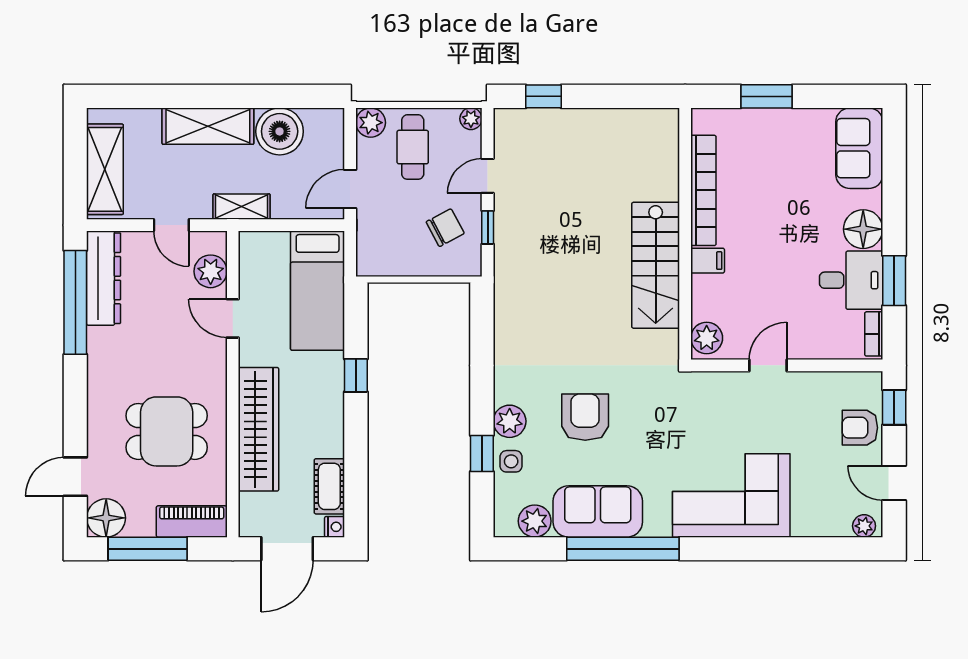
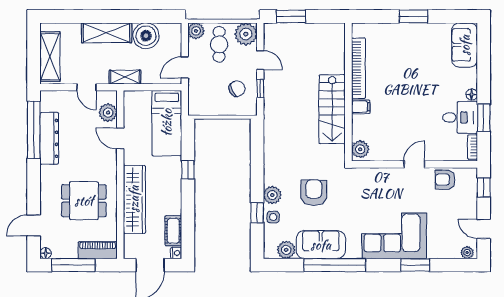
window: (543, 96) -> (291, 16), width x1.50
plant: (471, 119) -> (246, 34), width x1.88, depth x1.88
door: (488, 176) -> (260, 60), swing flipped
bookcase: (703, 190) -> (358, 68), moved
floor lamp: (863, 229) -> (472, 94), width x0.53, depth x0.53
wall: (685, 234) -> (348, 92), moved
filing cabinet: (708, 261) -> (361, 107), moved
stairs: (656, 265) -> (332, 109), moved
dresser: (104, 278) -> (49, 138), moved
plant: (707, 338) -> (360, 149), moved
armchair: (860, 428) -> (445, 180), moved
floor lamp: (106, 518) -> (46, 253), width x0.53, depth x0.53
window: (769, 549) -> (415, 265), added

